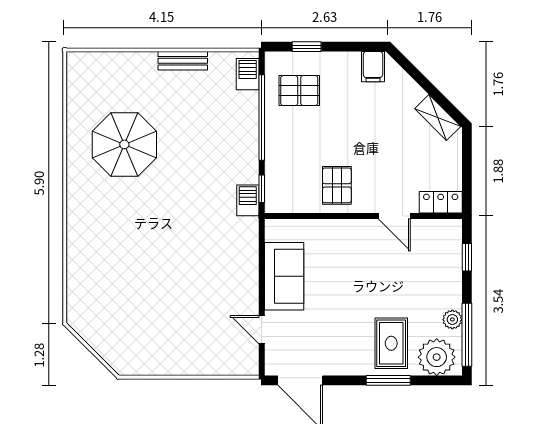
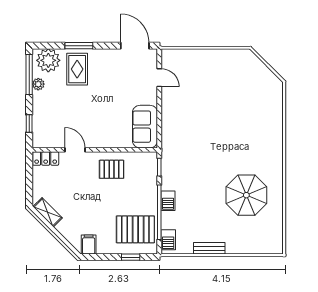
pallet: (299, 91) -> (135, 229), width x1.50, depth x1.42
pallet: (337, 185) -> (112, 169), turned 90
barbecue: (248, 200) -> (168, 201), moved
sofa: (284, 276) -> (145, 127), moved

